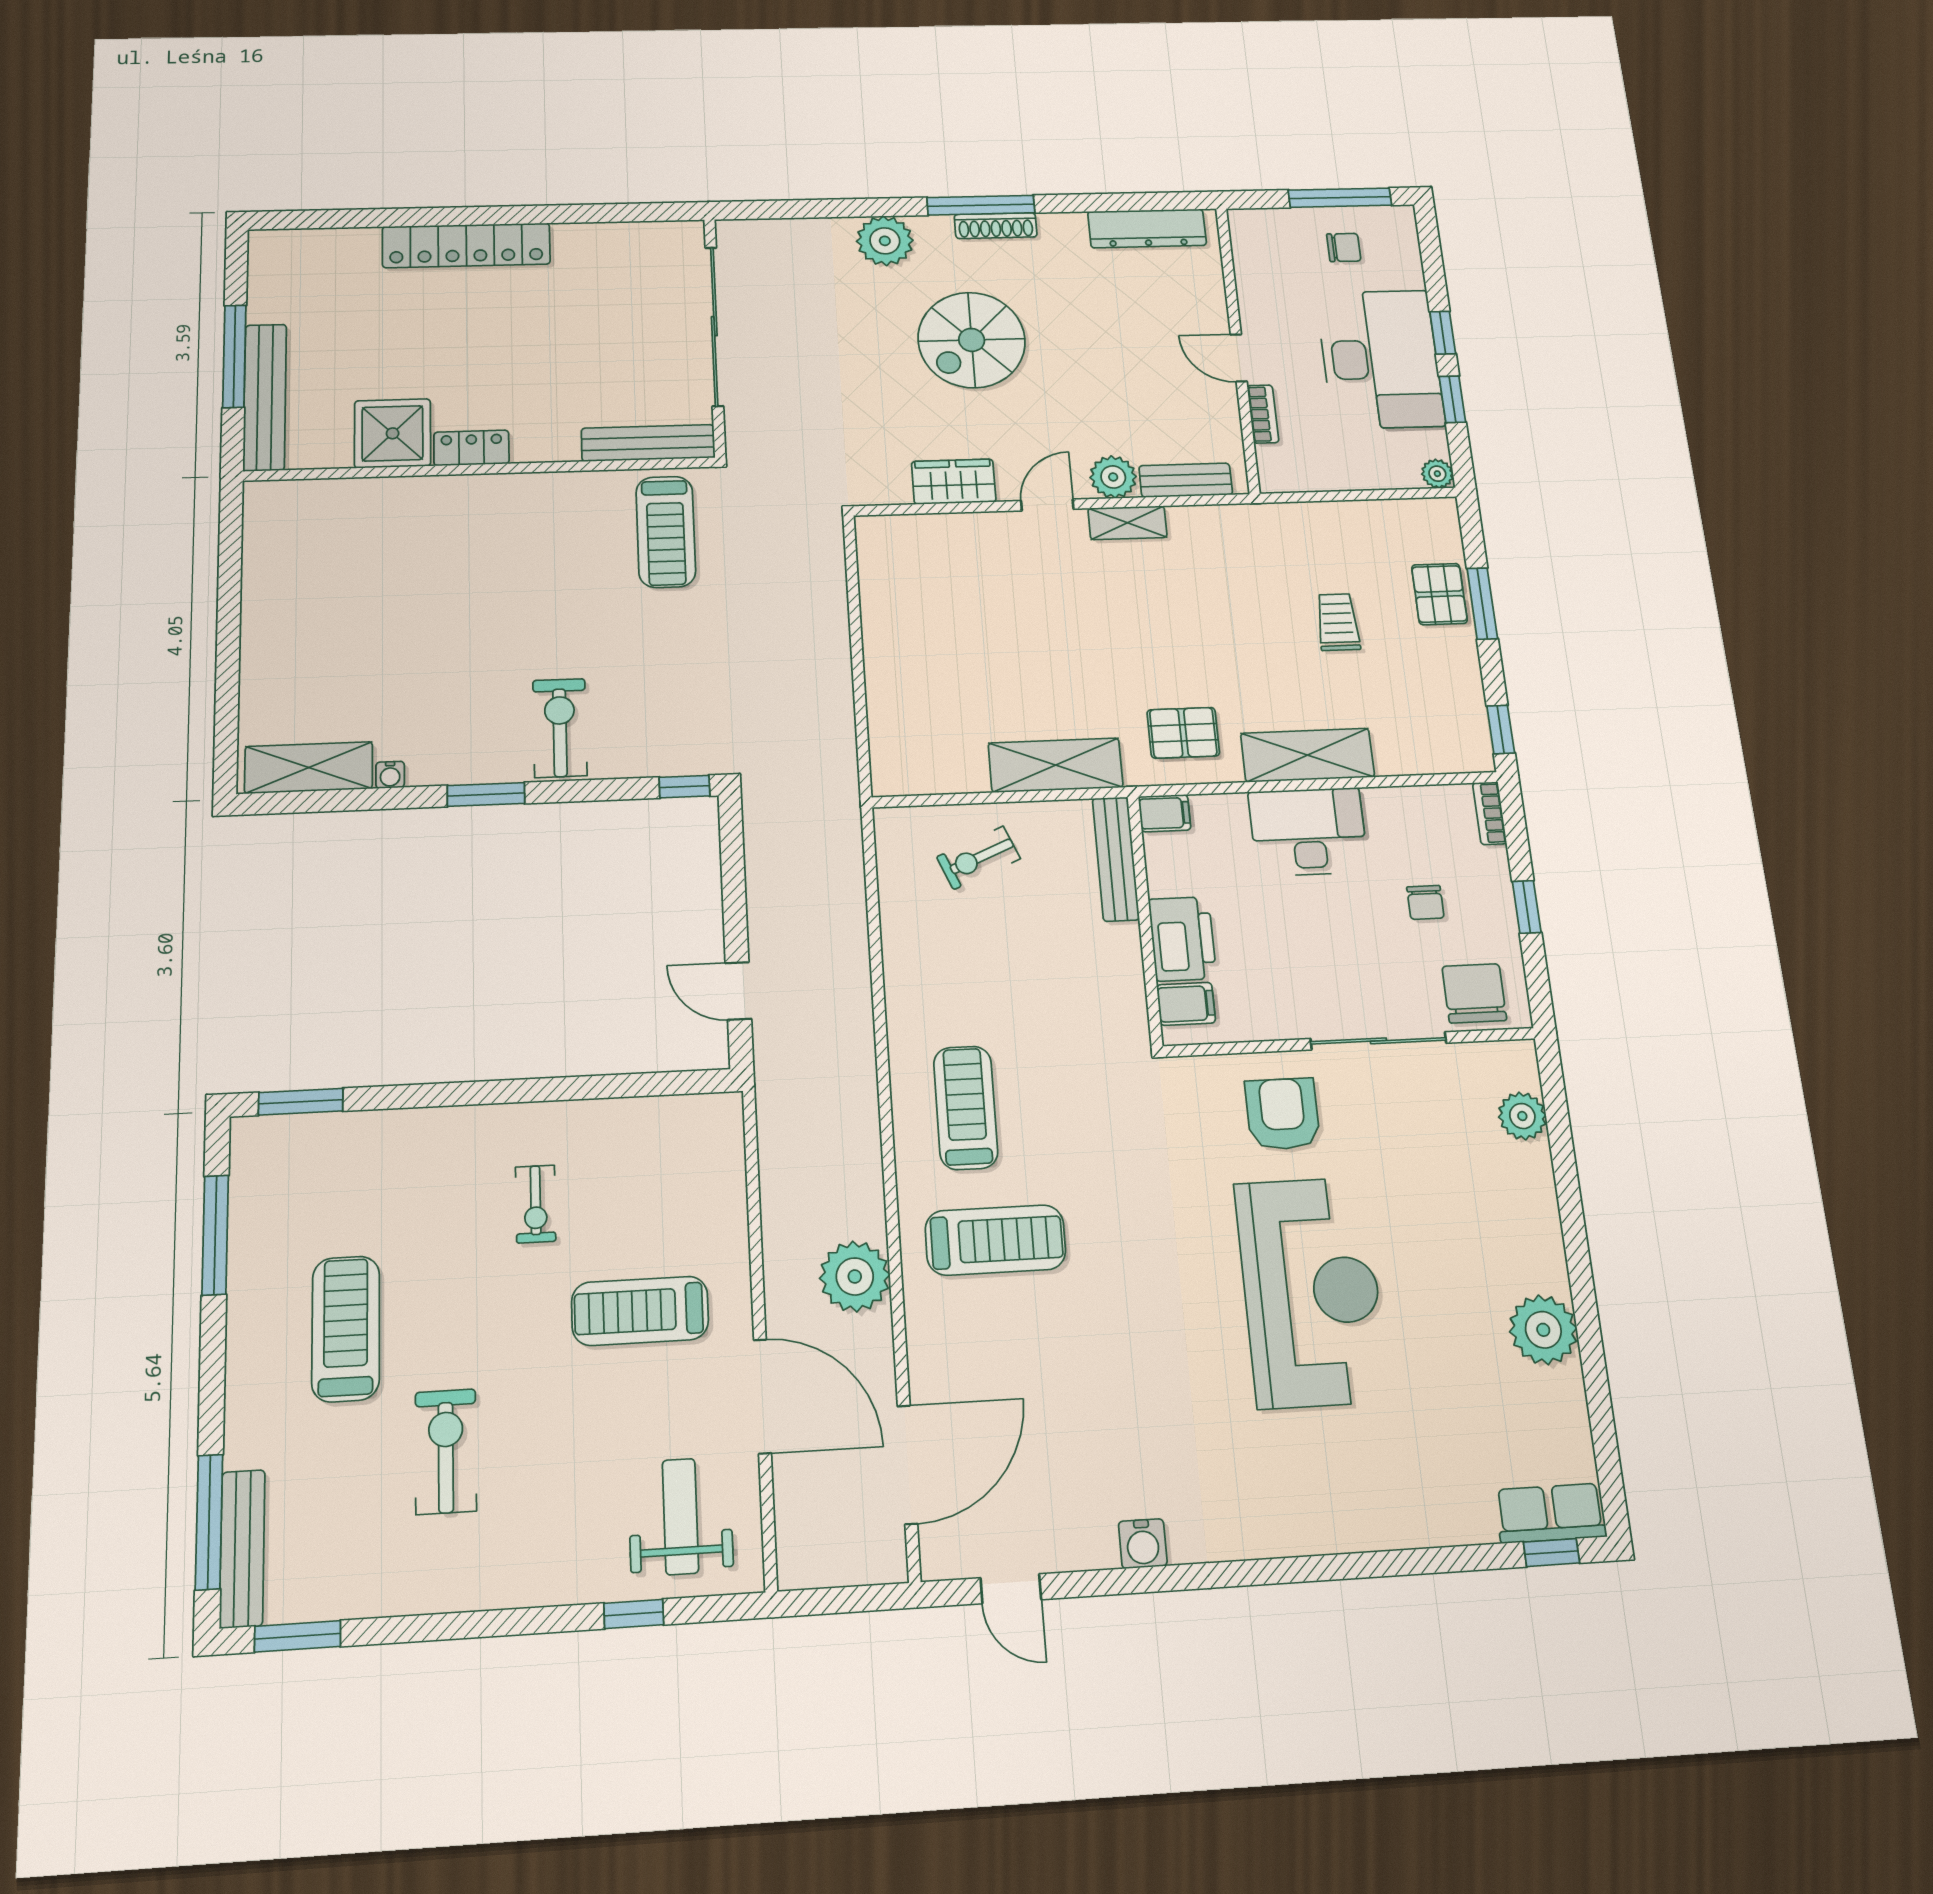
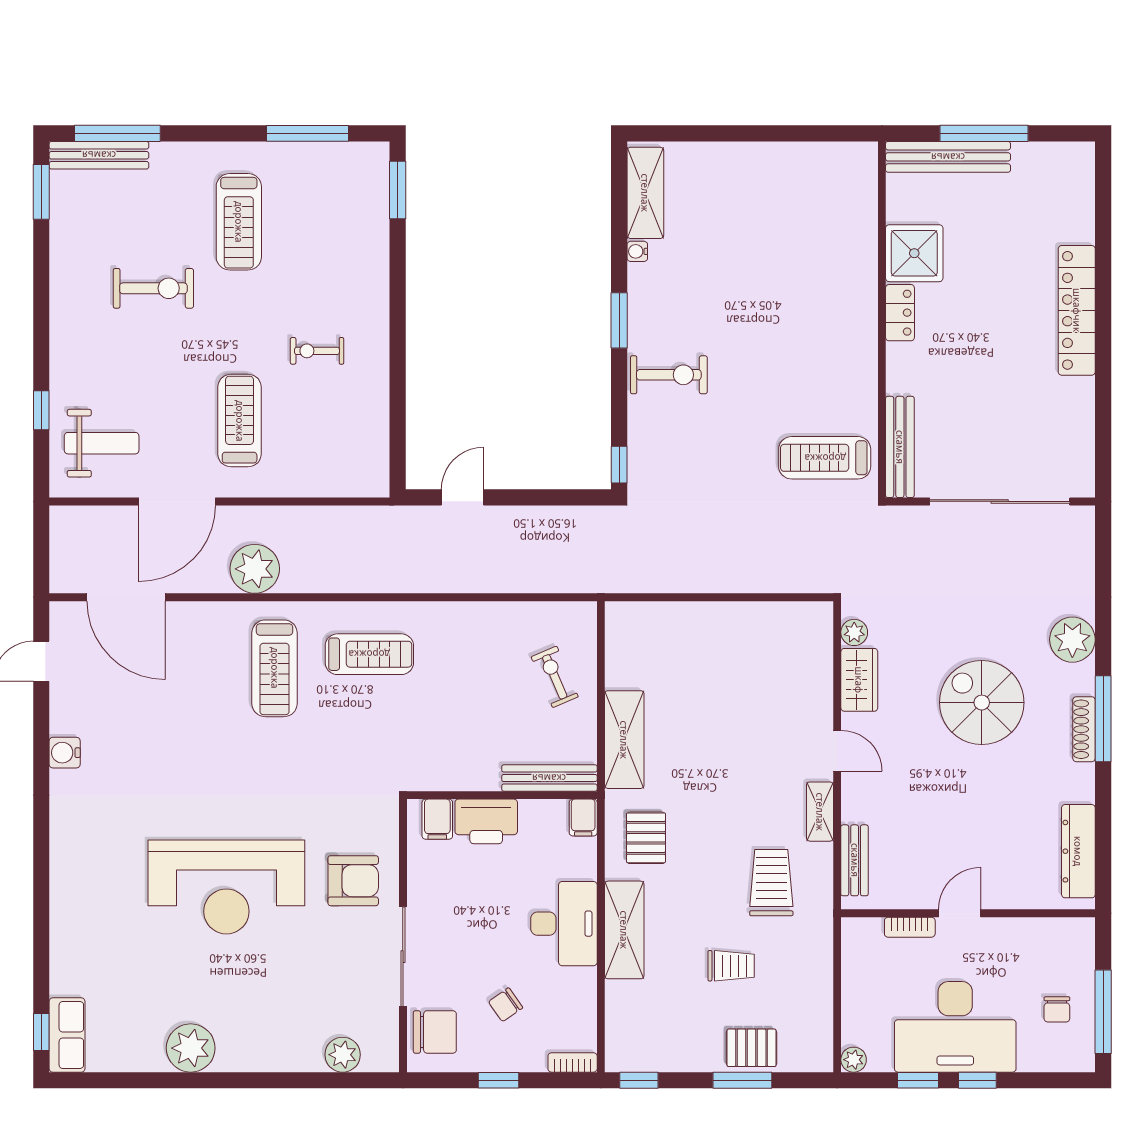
plant: (1113, 477) -> (854, 632), moved, width x0.73, depth x0.73
trolley: (1225, 578) -> (771, 883), added
chair: (1425, 902) -> (505, 1005), turned -35
treadmill: (346, 1329) -> (239, 222), turned 90

